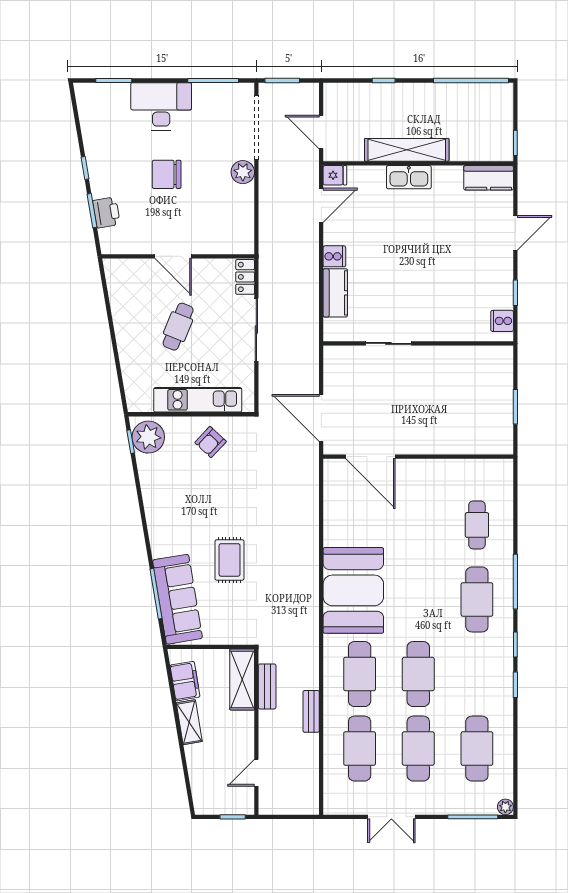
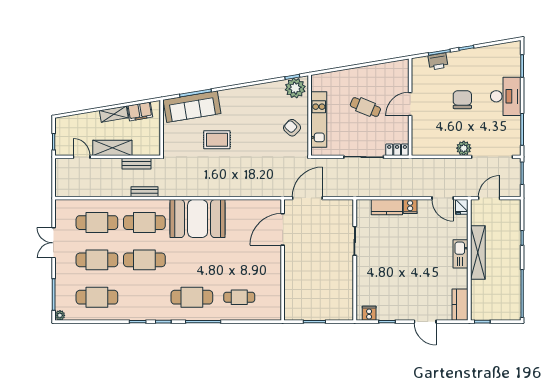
shelving: (242, 679) -> (112, 148), moved
bench: (311, 711) -> (144, 192), moved

